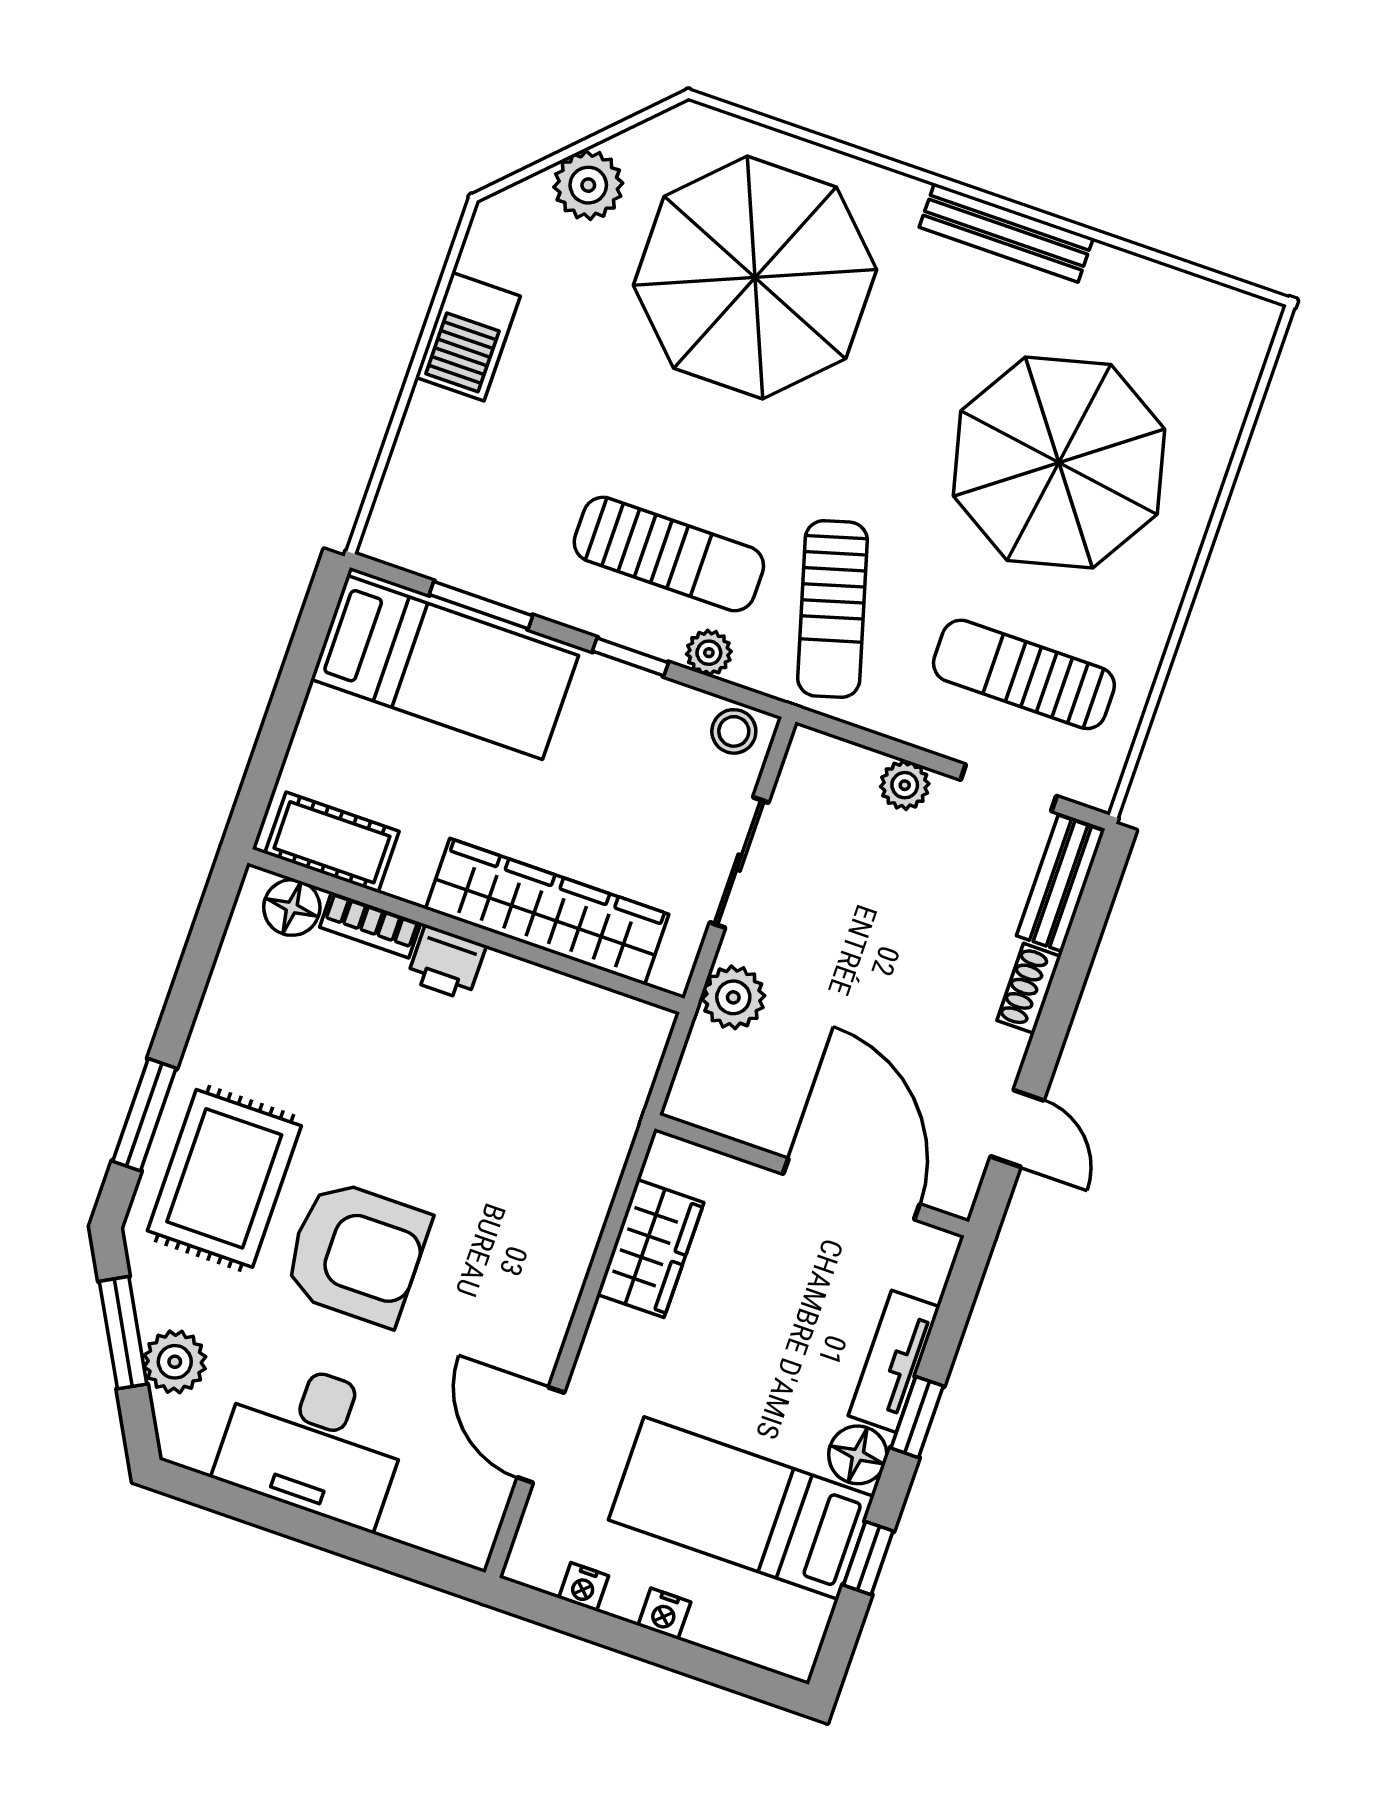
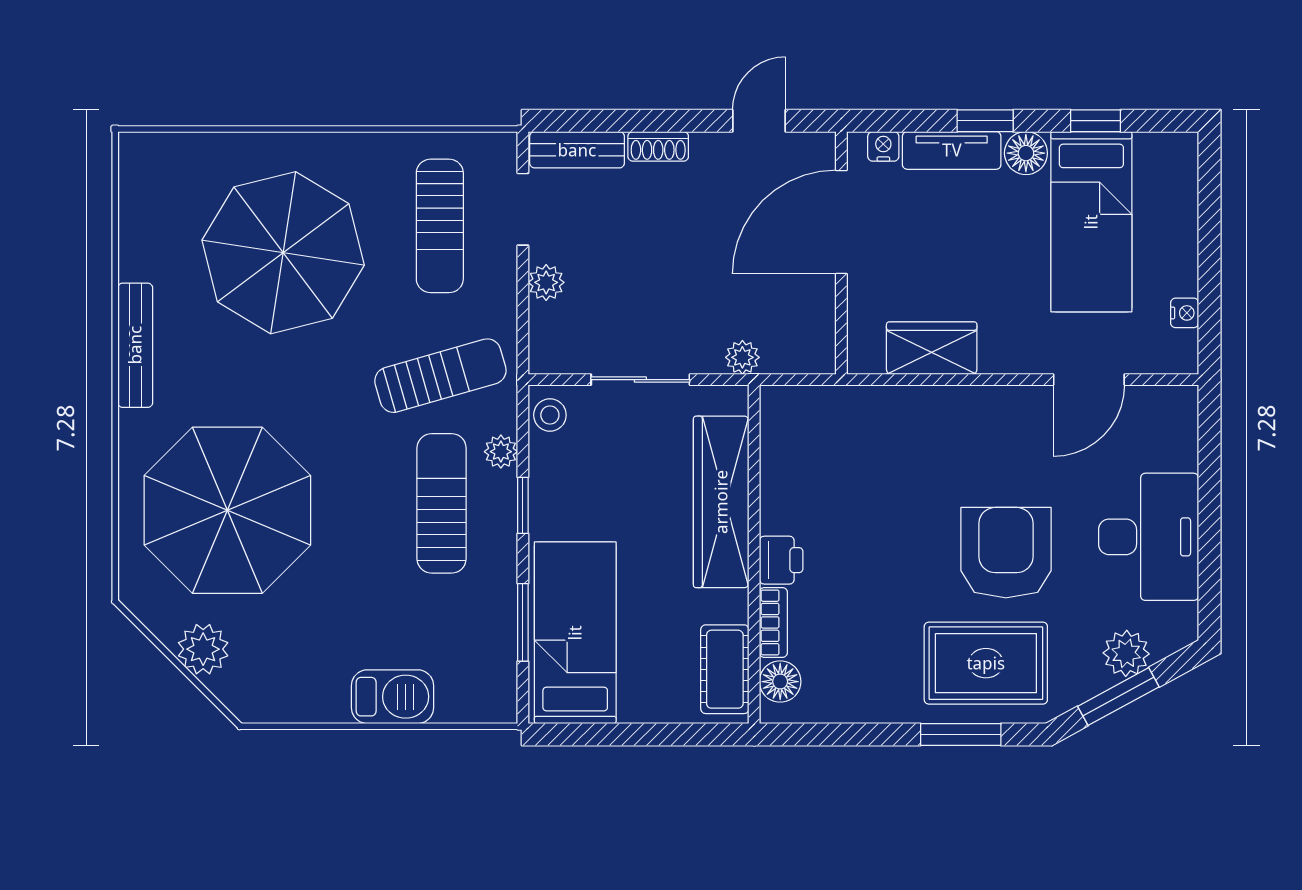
barbecue: (468, 337) -> (392, 697), moved
plant: (733, 997) -> (742, 357), width x0.73, depth x0.73
nightstand: (664, 1614) -> (883, 146), moved, turned -90

